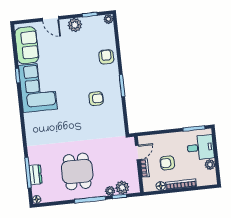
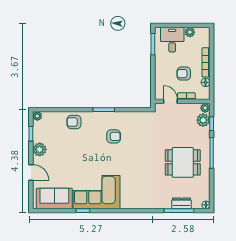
door: (51, 19) -> (31, 172), hinge flipped
armchair: (96, 99) -> (114, 136), turned 90
armchair: (167, 163) -> (184, 74), turned 90
plant: (110, 191) -> (205, 108), moved

